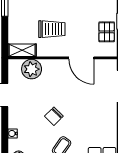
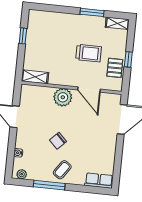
trolley: (52, 29) -> (89, 53), moved
plant: (32, 69) -> (63, 97), moved

